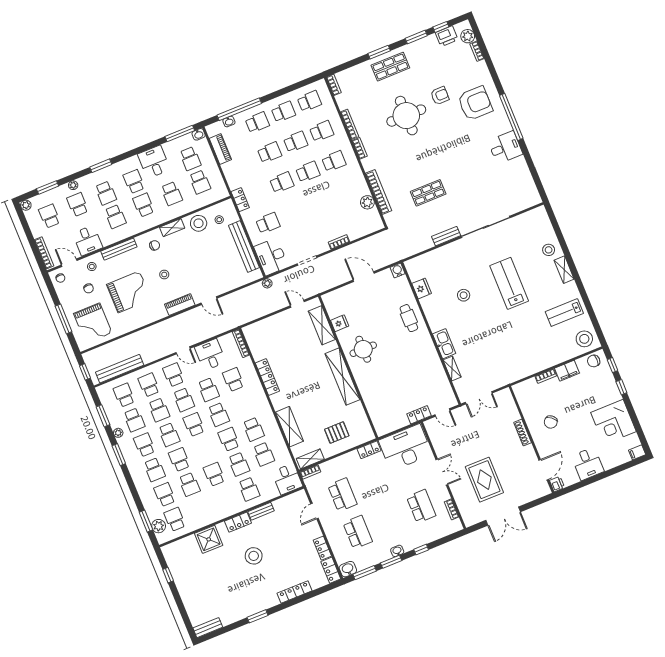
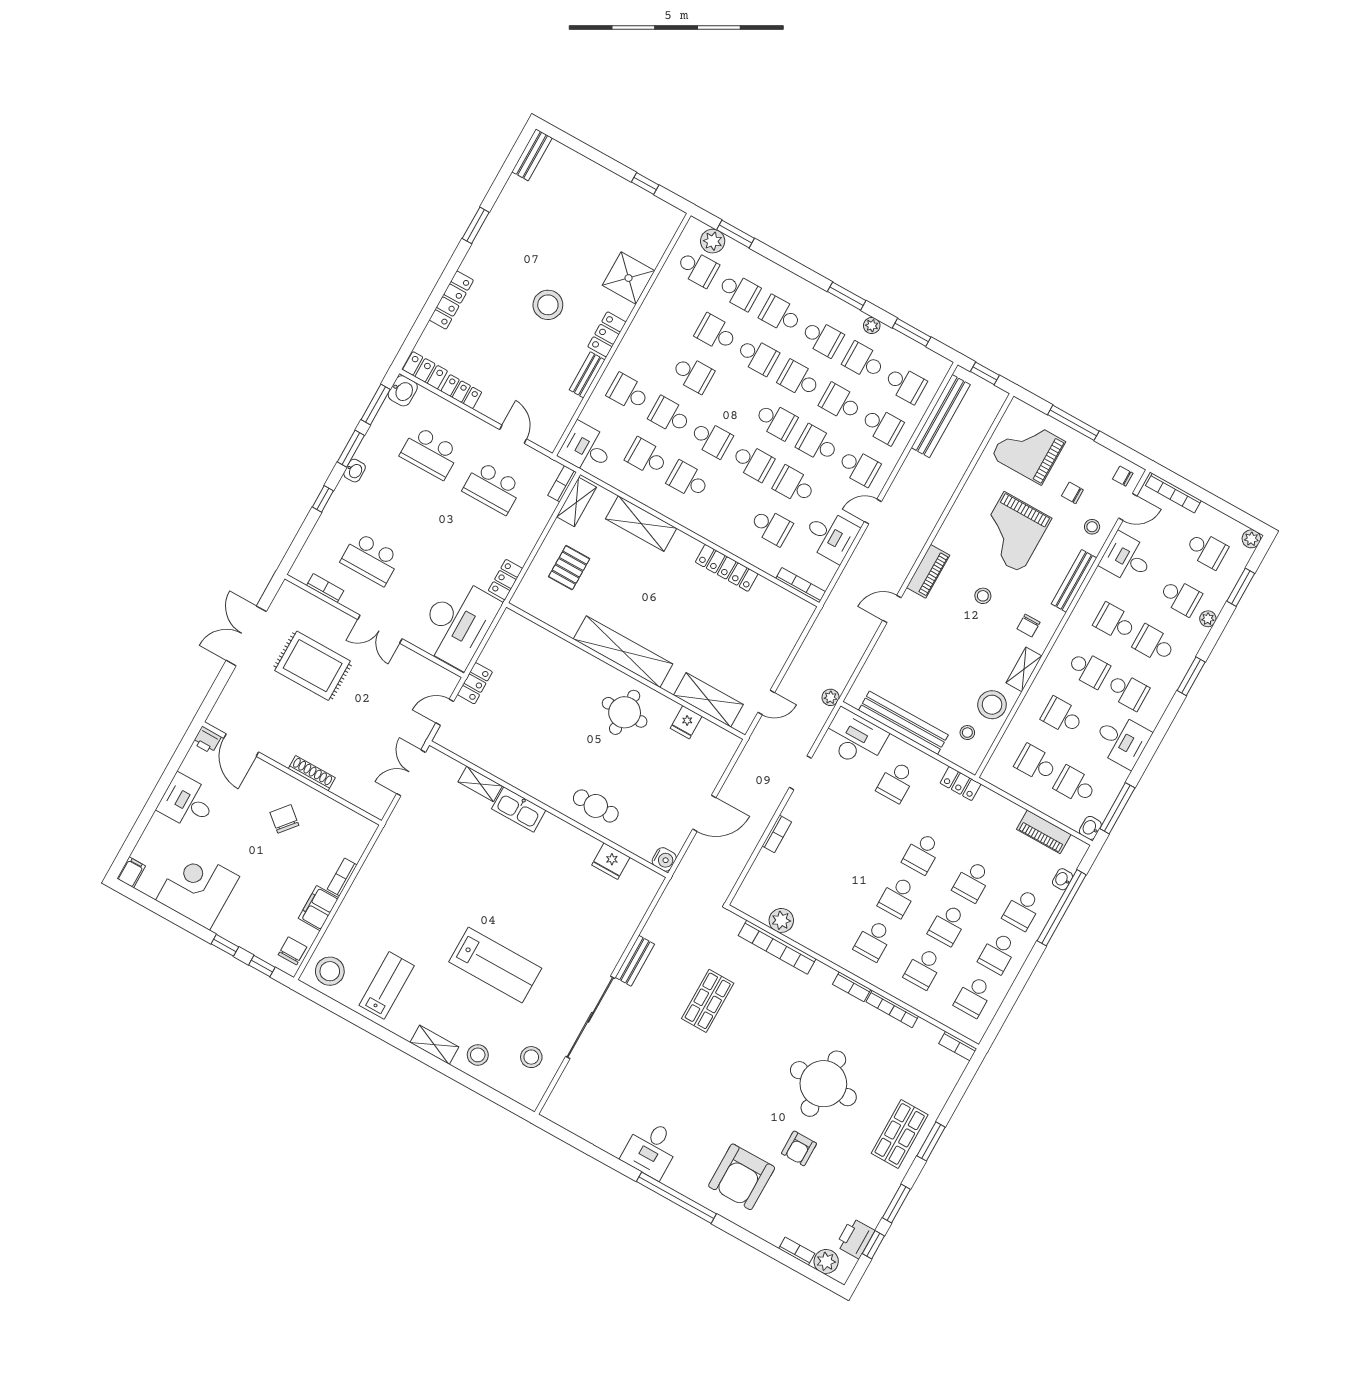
stool: (464, 295) -> (531, 1057), moved
school desk: (219, 414) -> (753, 462), turned 180

